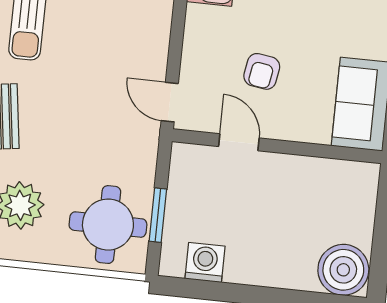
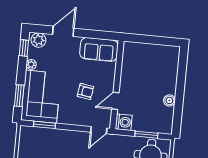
washing machine: (205, 262) -> (124, 122), moved, turned 180
boiler: (343, 270) -> (169, 100), moved, width x0.54, depth x0.54

